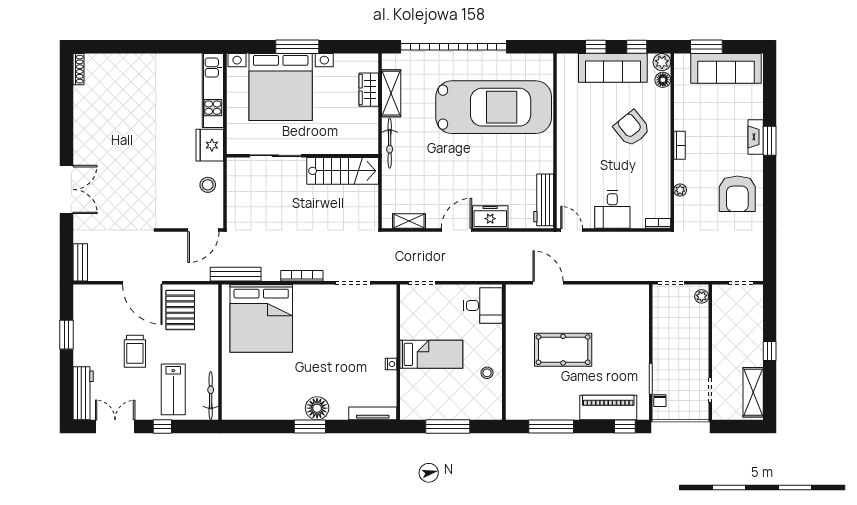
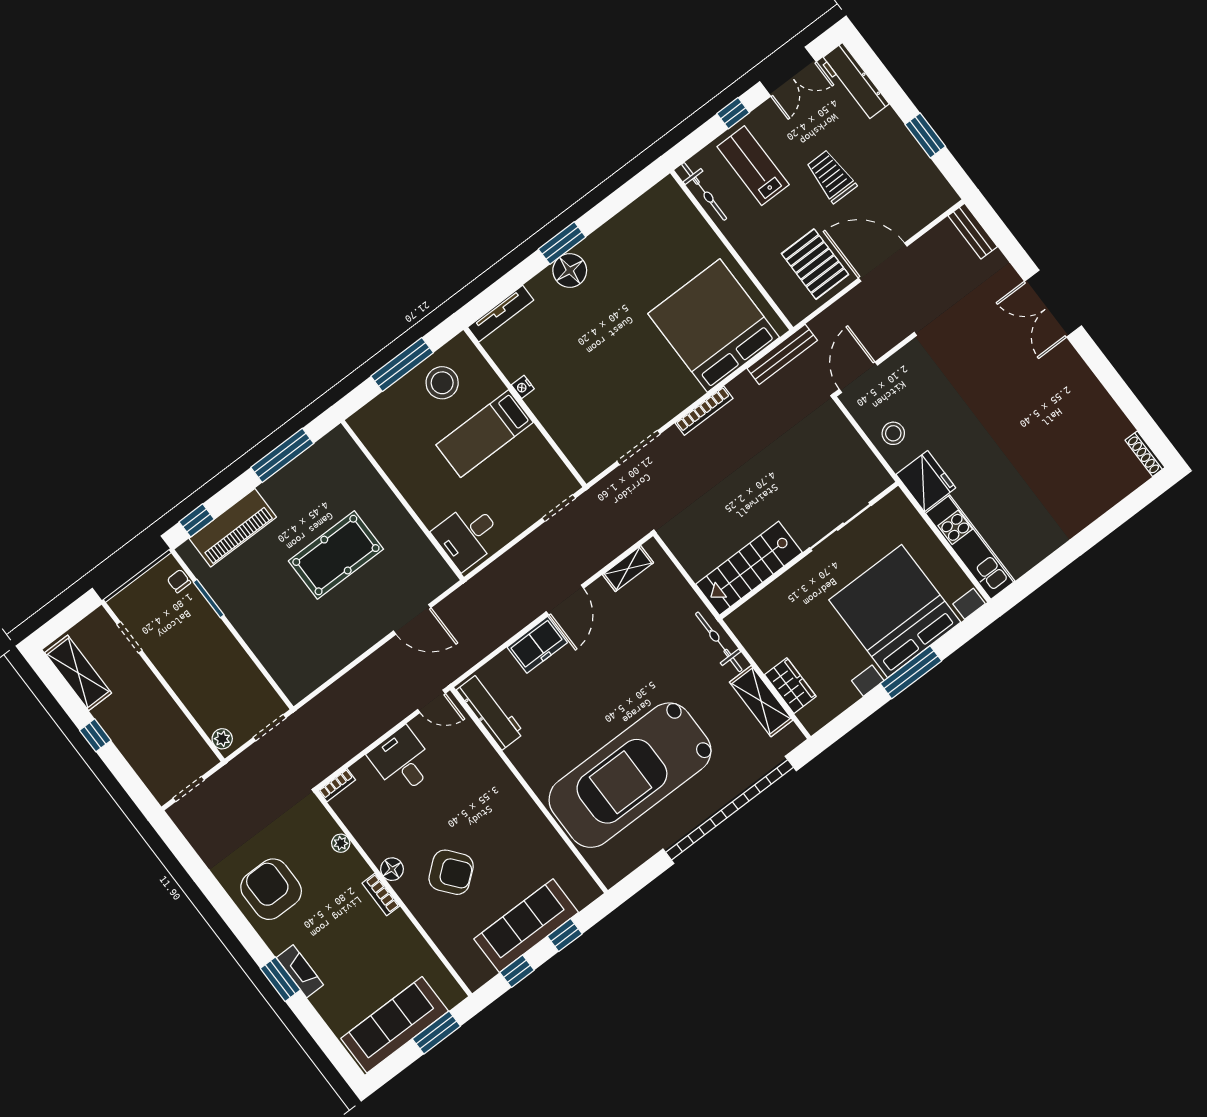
plant: (662, 62) -> (474, 976), removed
floor lamp: (663, 80) -> (392, 869), moved
stool: (487, 373) -> (442, 383), moved, width x1.89, depth x1.89

